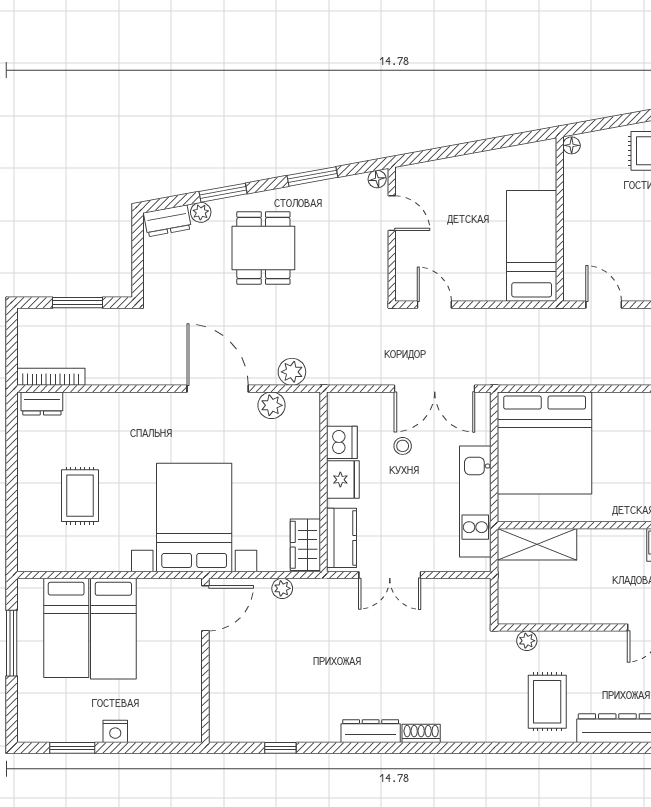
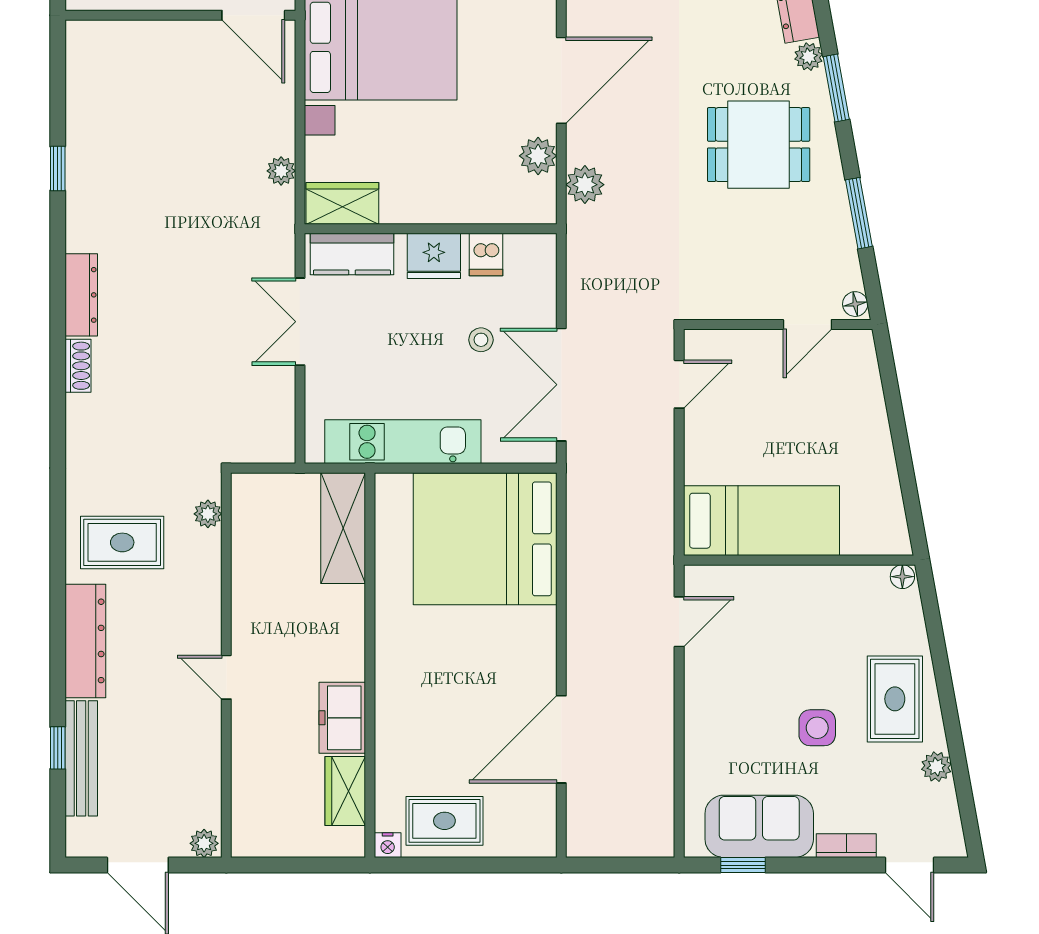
dishwasher: (342, 442) -> (486, 255), width x0.73
door: (205, 608) -> (253, 15), moved
wall: (205, 660) -> (180, 15), moved

